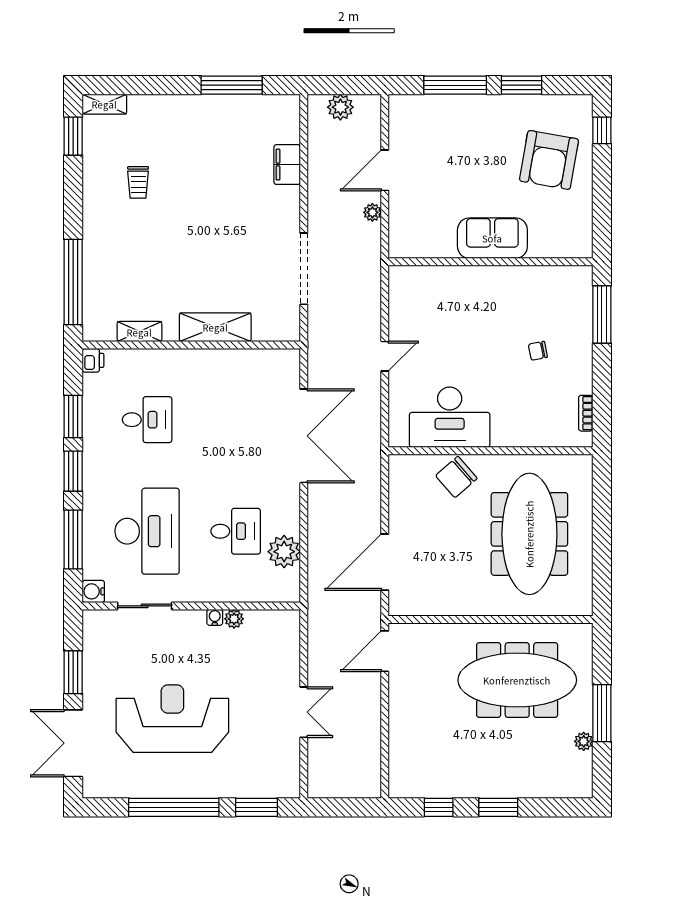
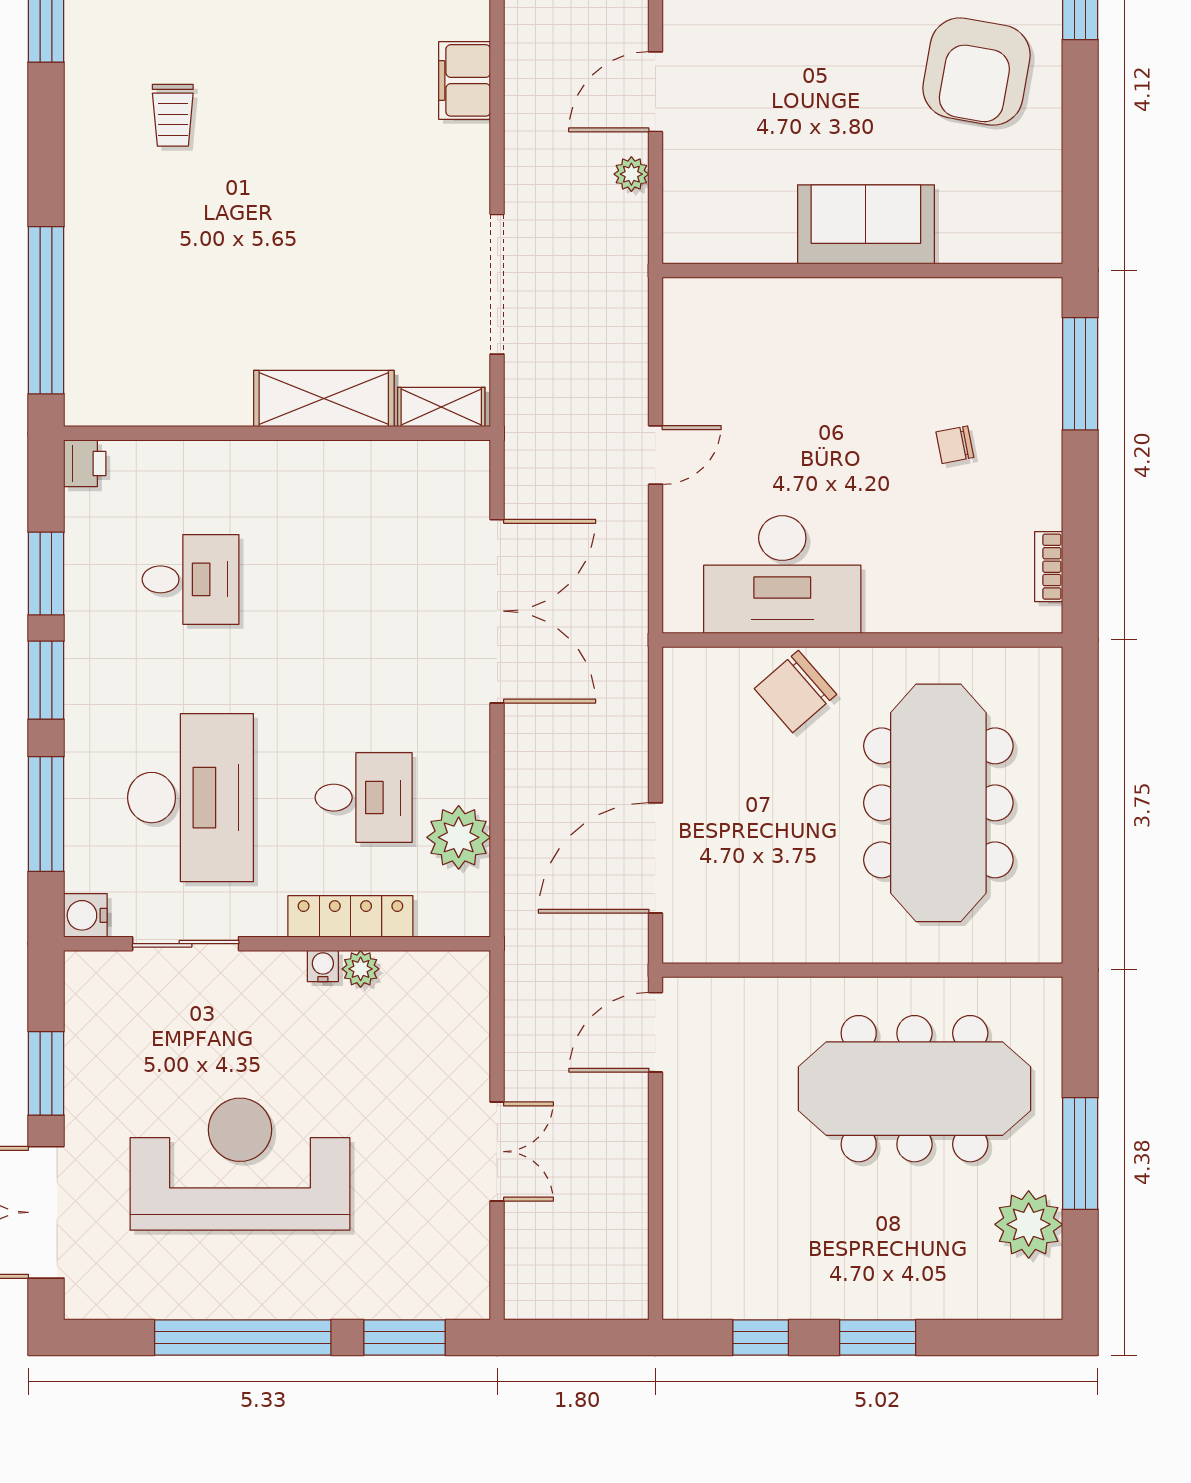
shelving: (139, 332) -> (441, 407), moved
locker: (229, 592) -> (350, 916), added
plant: (584, 741) -> (1029, 1224), width x1.88, depth x1.88

